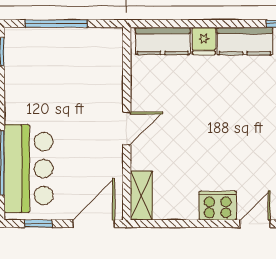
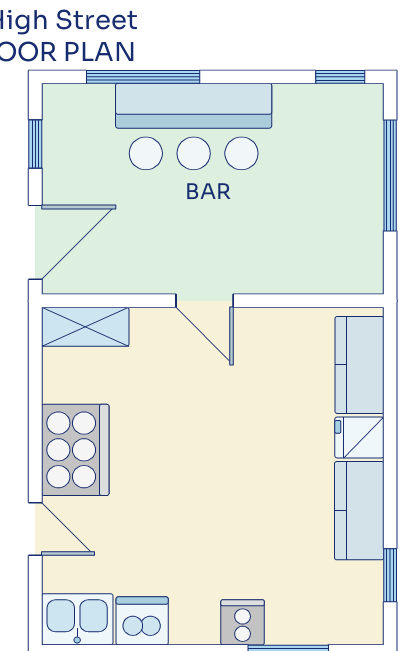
bar counter: (28, 169) -> (194, 127), moved
cooker: (218, 206) -> (75, 450), width x1.37, depth x1.31
door: (94, 224) -> (35, 242), hinge flipped

